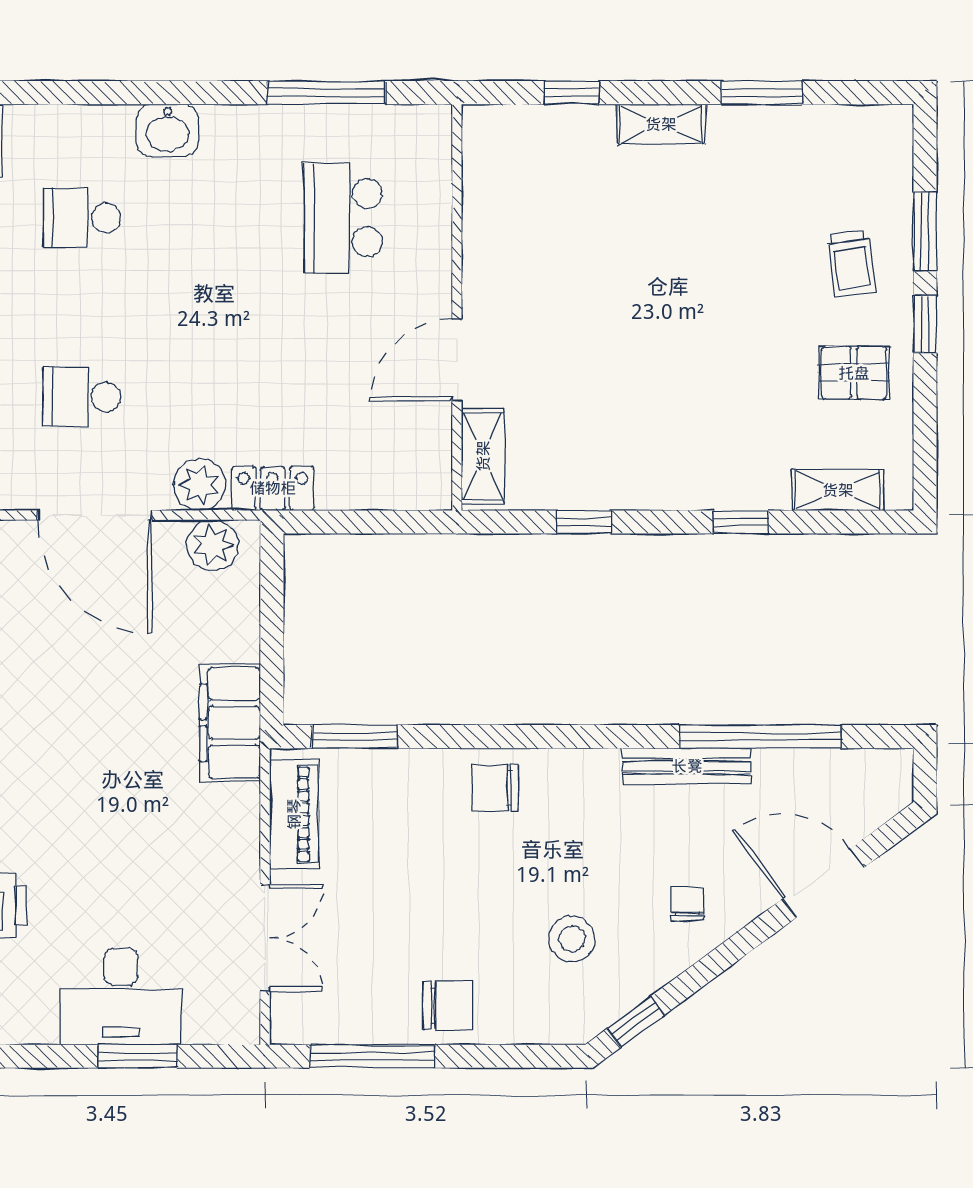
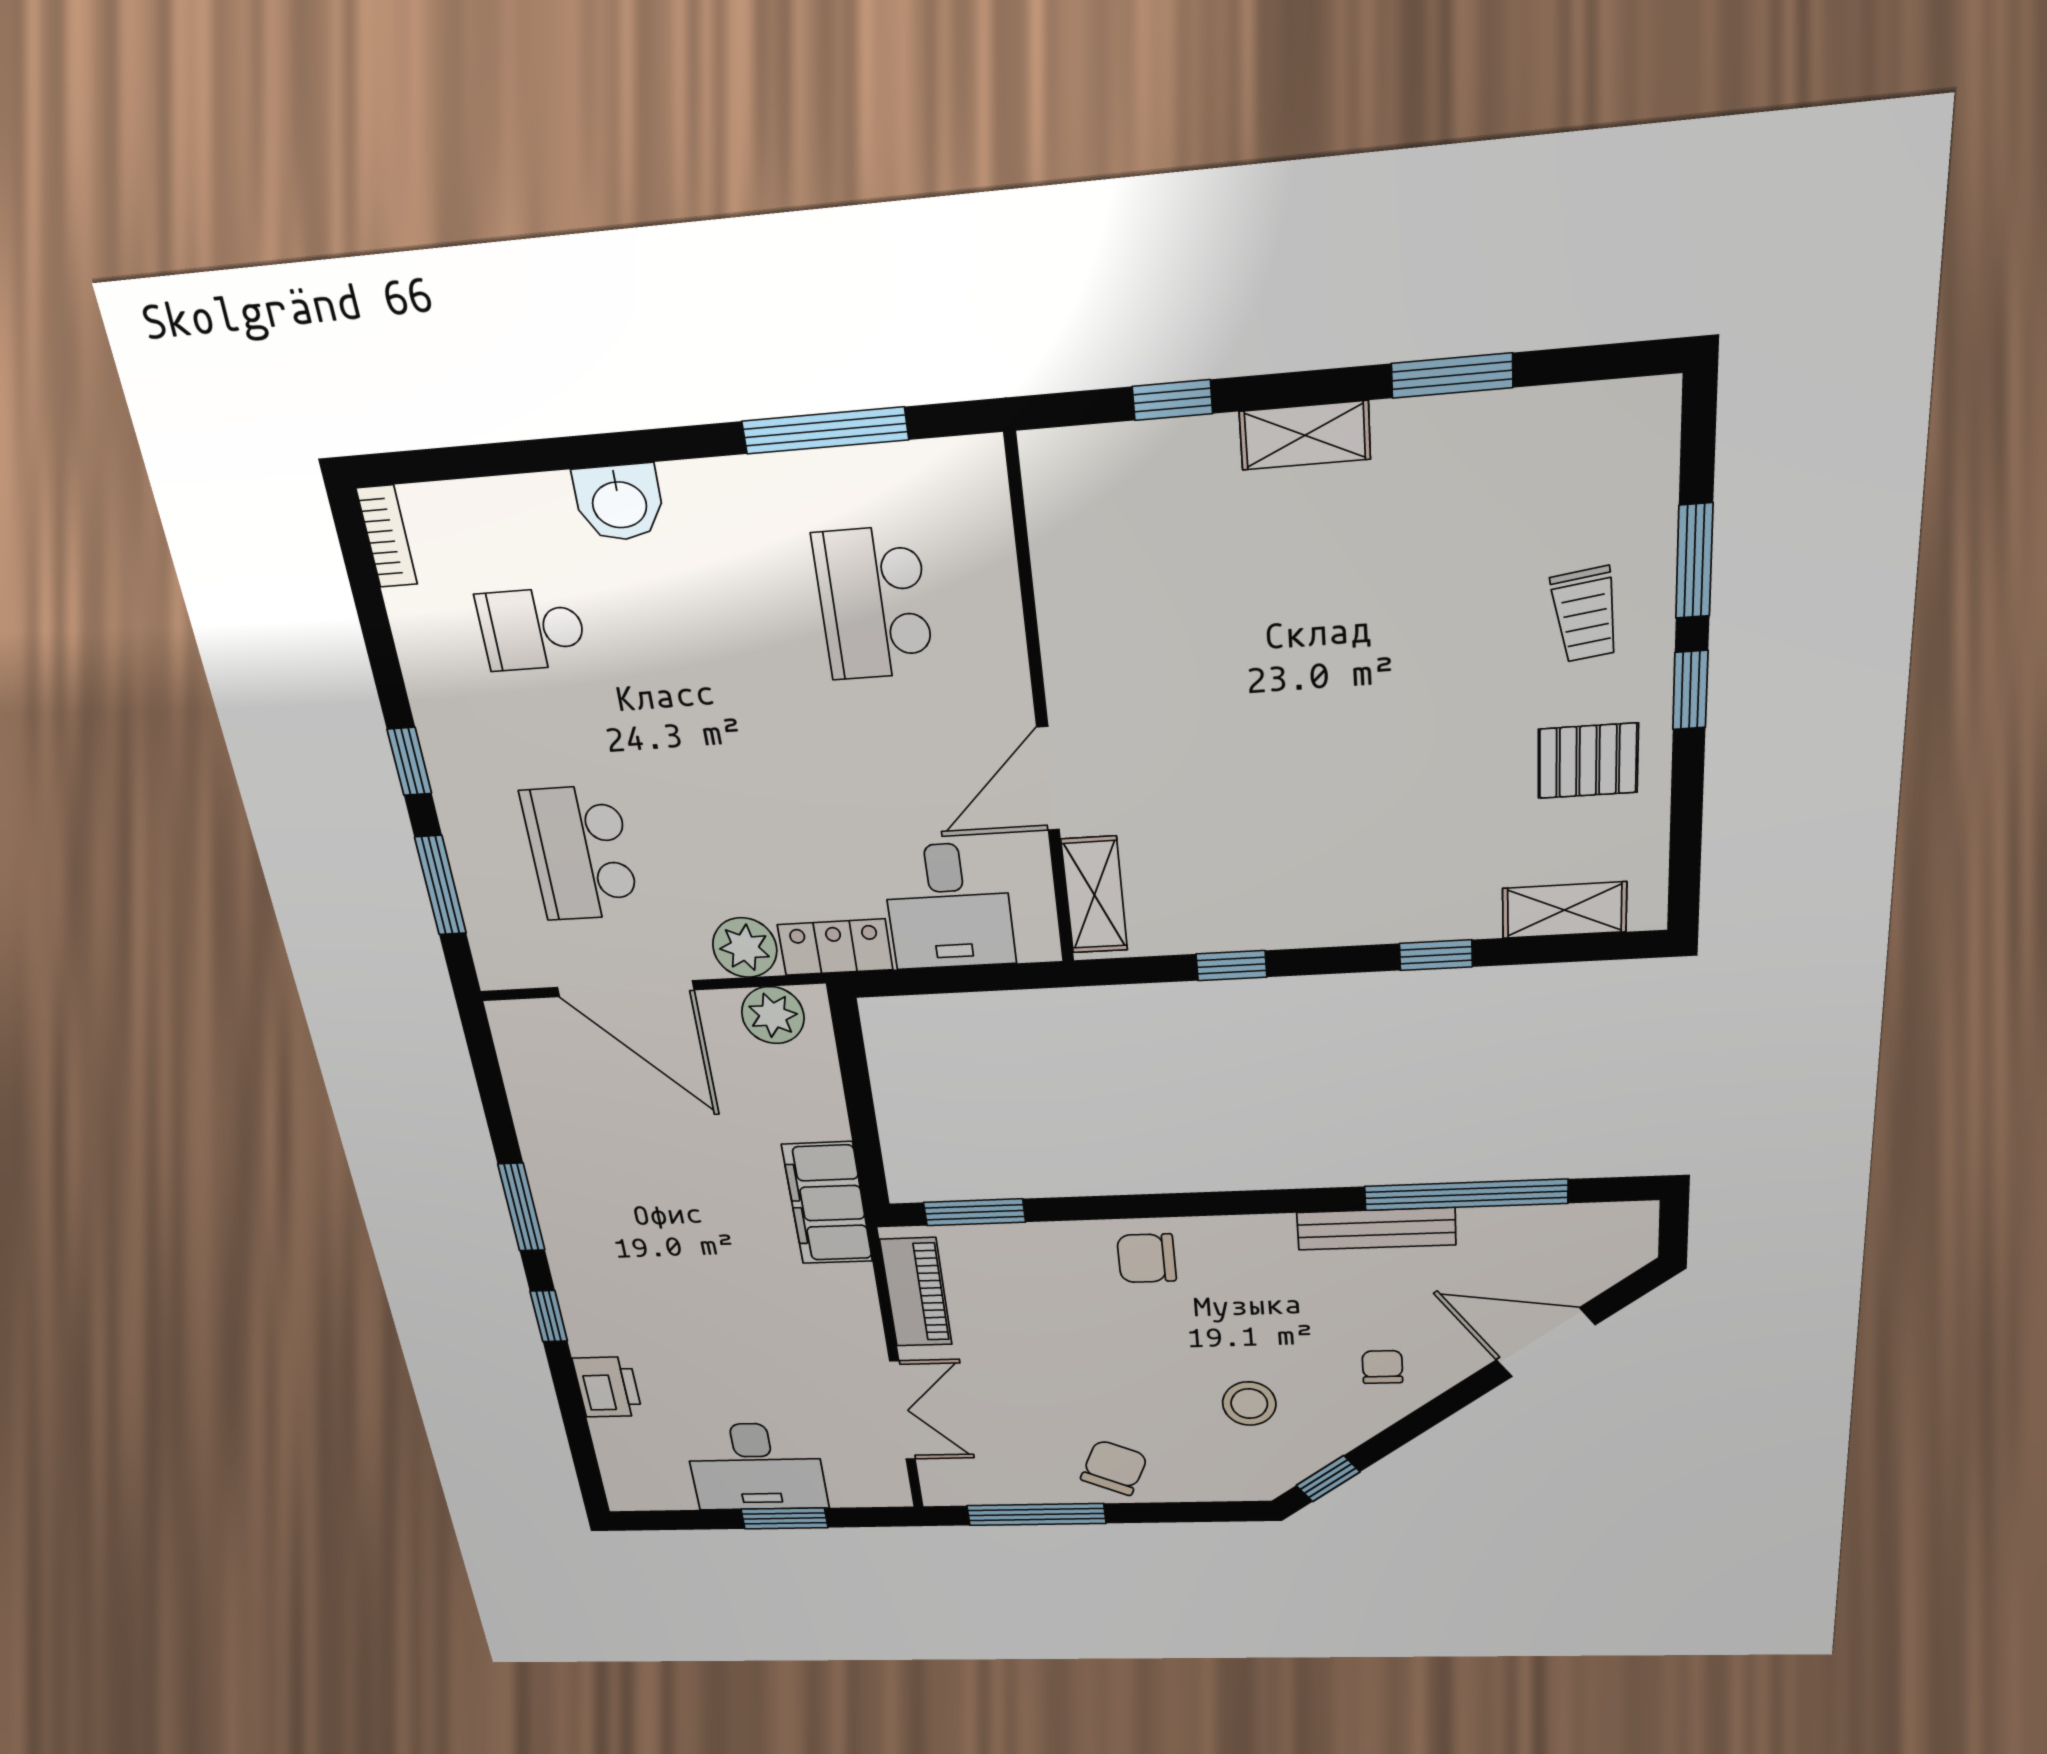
school desk: (82, 397) -> (581, 853), width x1.85
desk: (368, 459) -> (949, 906), added
chair: (448, 1005) -> (1114, 1468), turned -66

